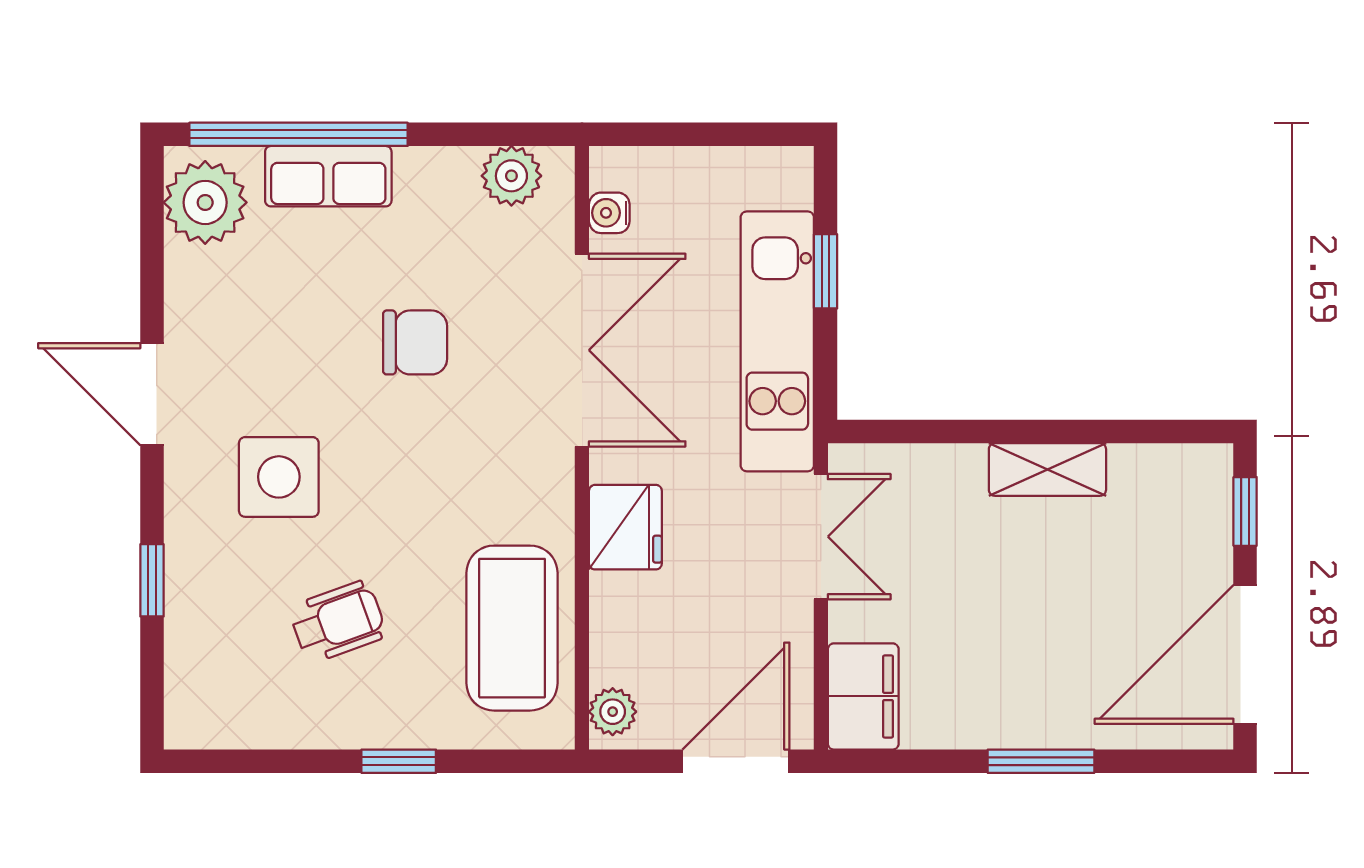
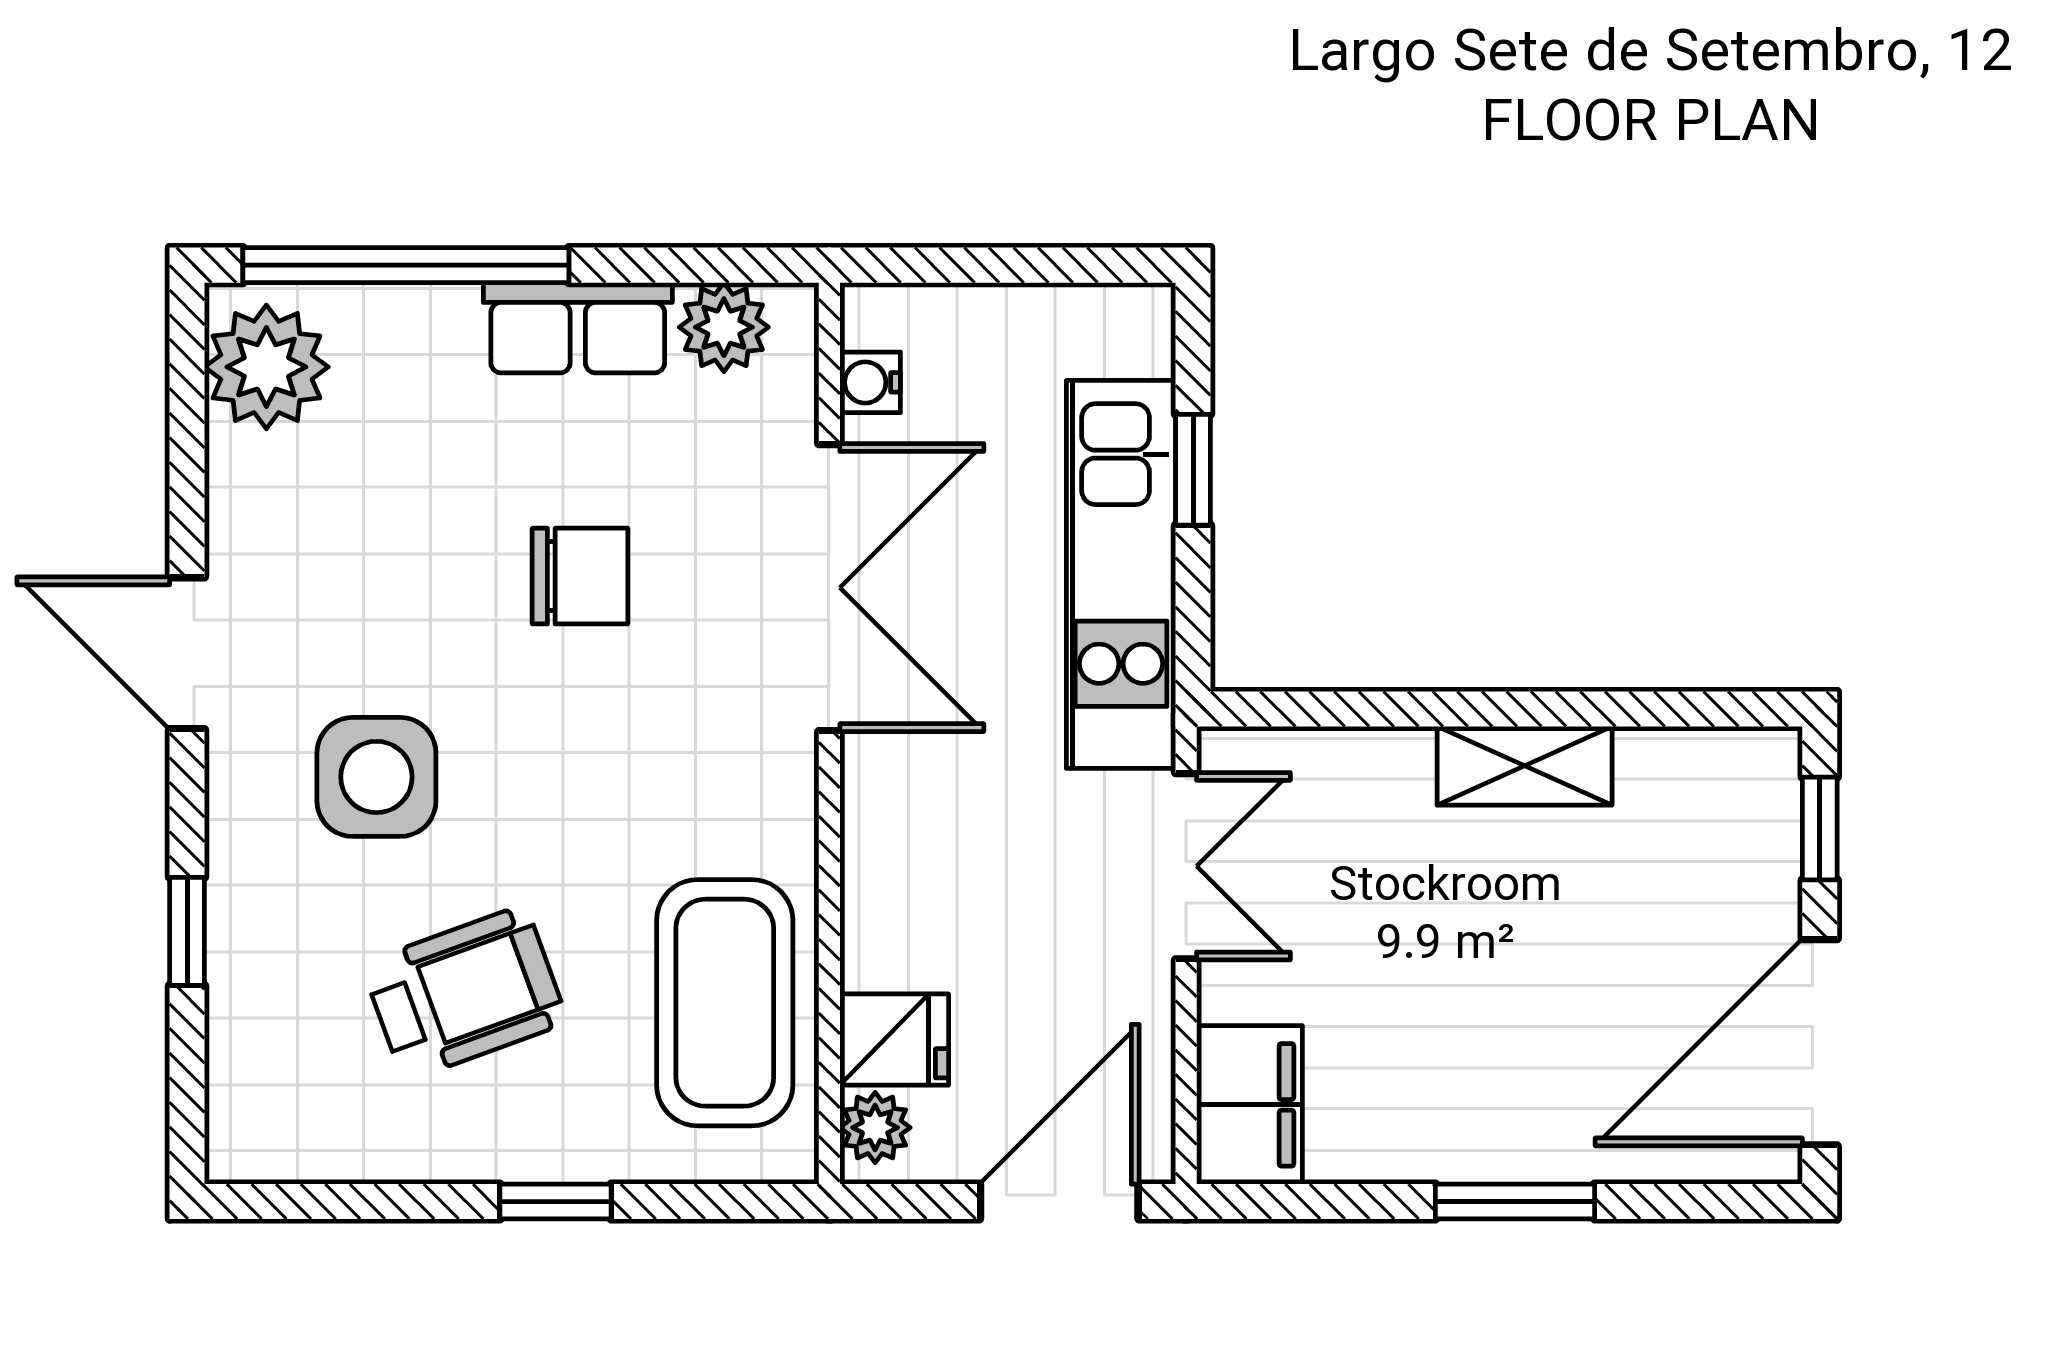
row of seats: (328, 176) -> (578, 328), moved
fridge: (625, 527) -> (894, 1040), moved, width x0.72
wheelchair: (338, 622) -> (465, 993), width x1.36, depth x1.37

